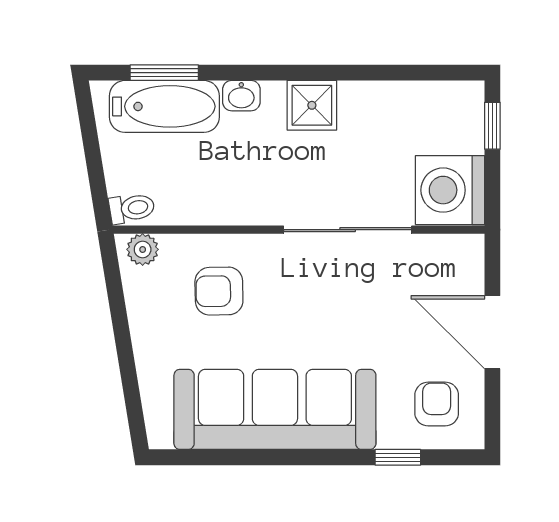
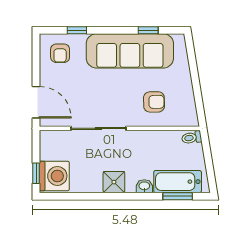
washing machine: (450, 190) -> (54, 176), moved
plant: (143, 249) -> (187, 120), removed
door: (492, 332) -> (36, 102), moved
window: (233, 457) -> (148, 30), added

